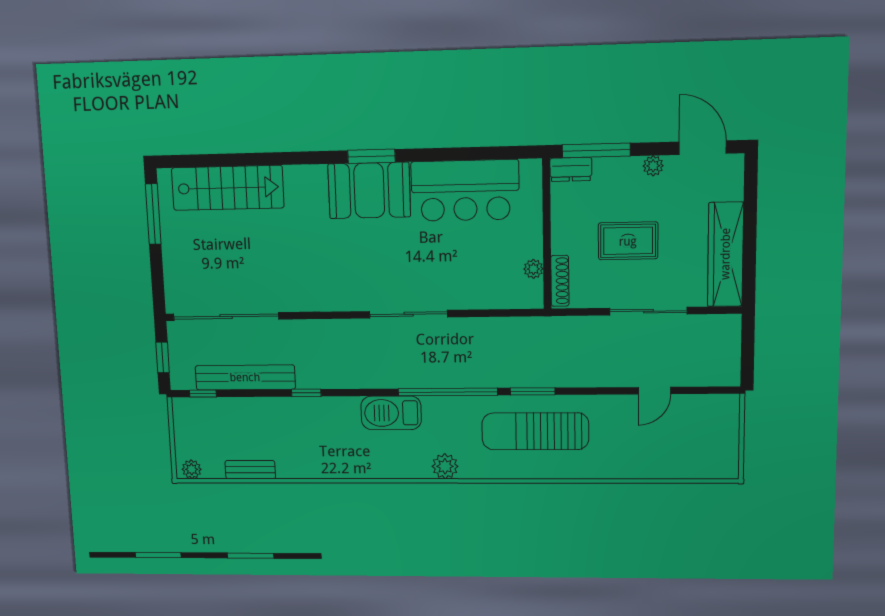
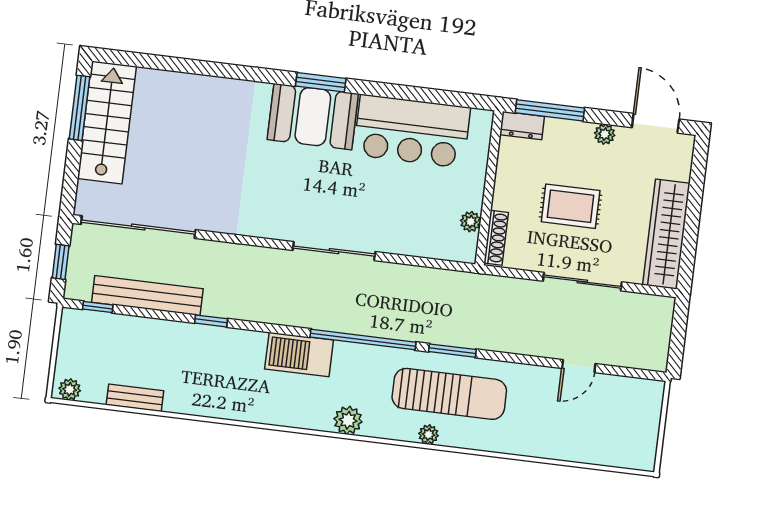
stairs: (228, 188) -> (107, 122), moved, turned -90
sun lounger: (535, 431) -> (449, 394), turned 180
plant: (521, 470) -> (429, 435), added

